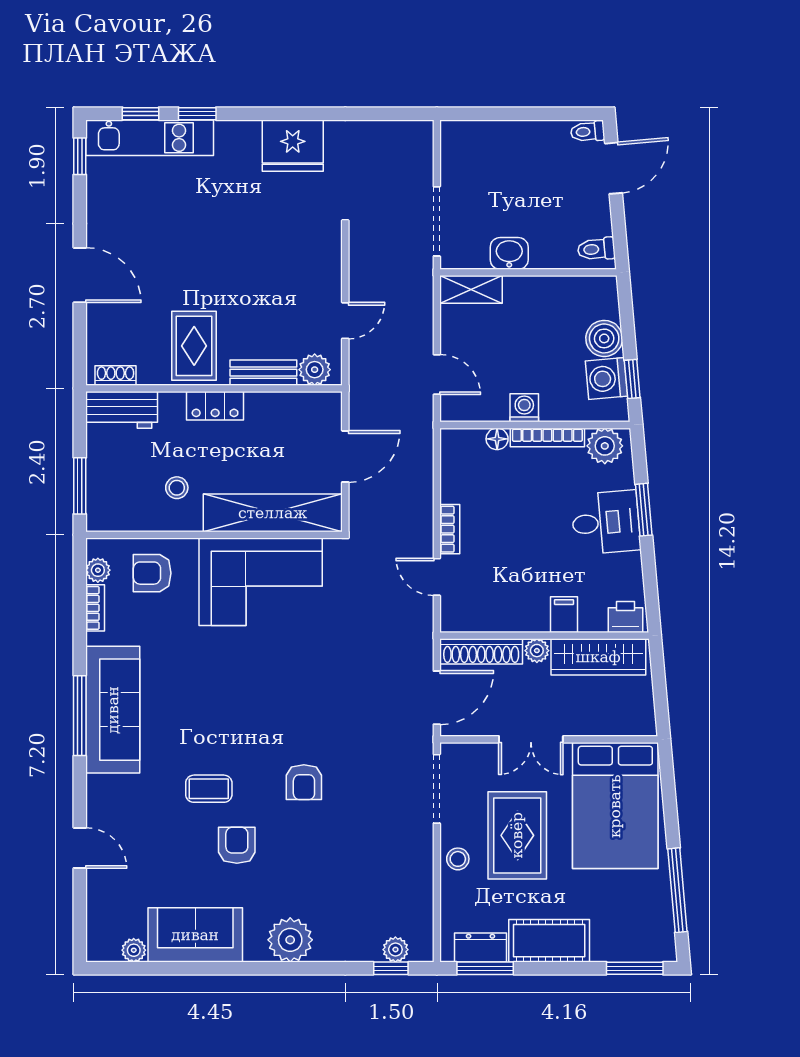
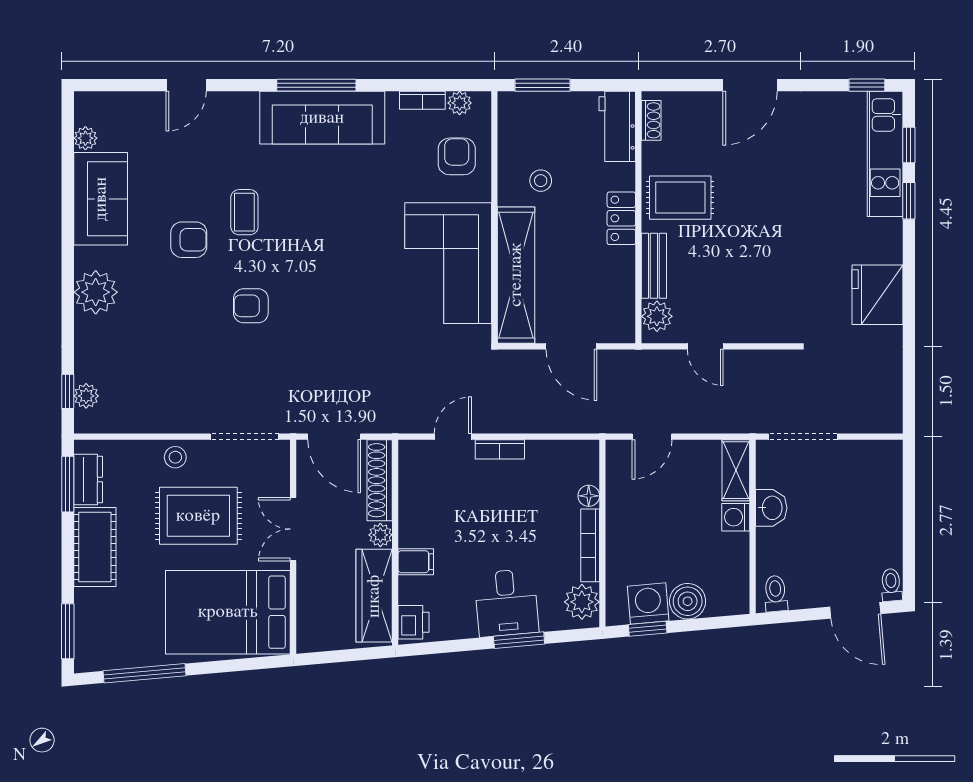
washing machine: (524, 408) -> (736, 517), moved, turned 180

